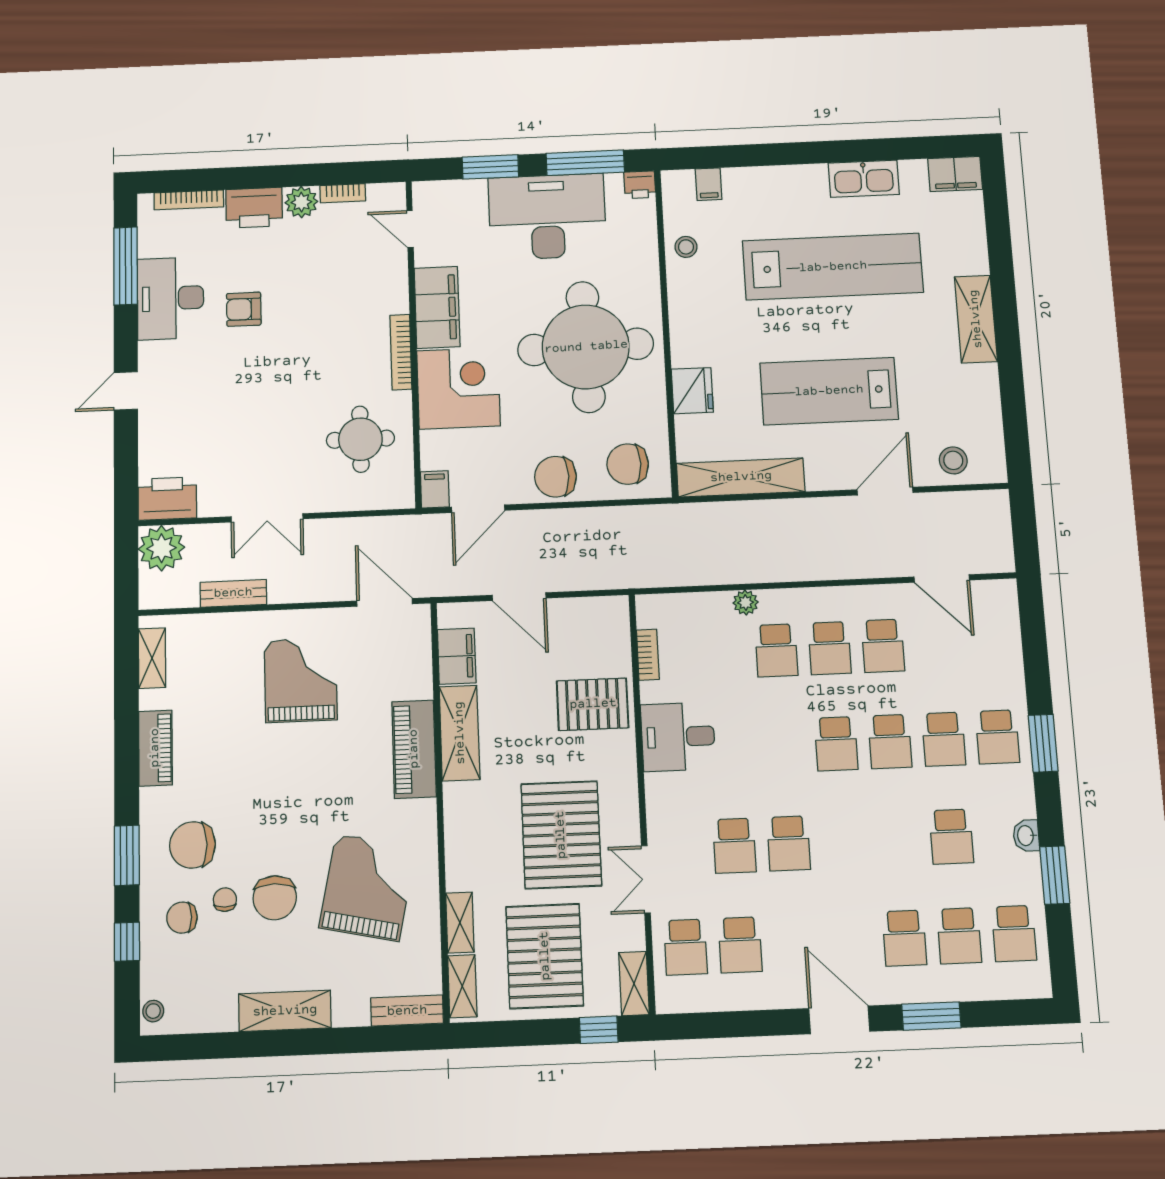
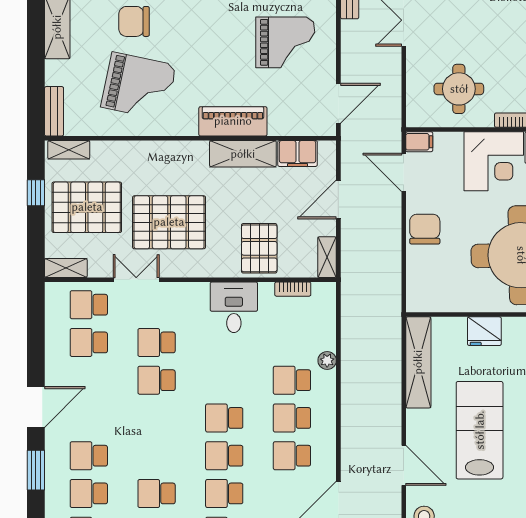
chair: (628, 464) -> (432, 282), removed
shelving: (460, 923) -> (327, 257), moved, turned 90
window: (599, 1030) -> (36, 193), moved

